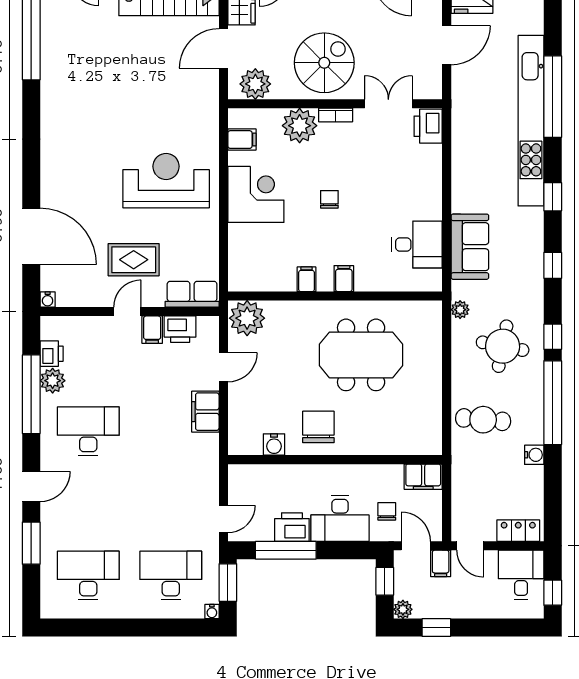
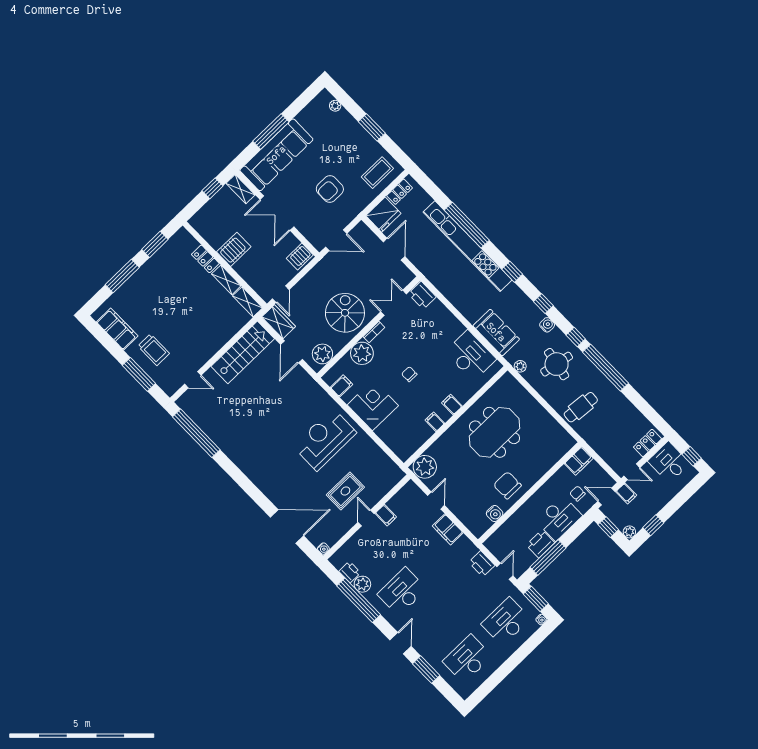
desk: (417, 245) -> (471, 356), width x1.37
row of seats: (192, 294) -> (388, 481), removed
printer: (180, 329) -> (482, 564), moved, turned 90
water cooler: (534, 455) -> (547, 325), moved

